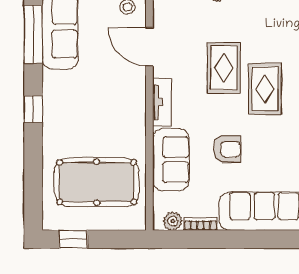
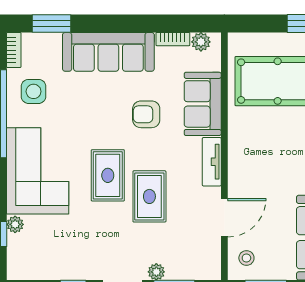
door: (149, 47) -> (224, 218), hinge flipped

